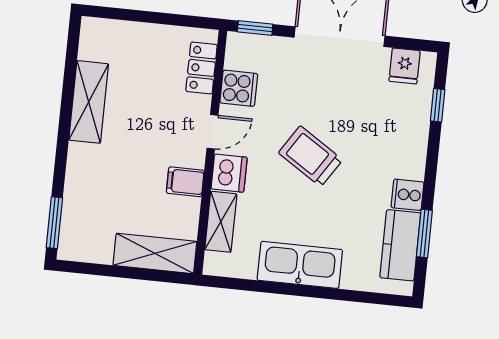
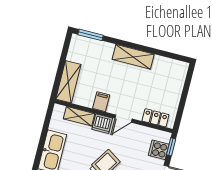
cooker: (239, 88) -> (159, 150), moved, turned 90
shelving: (89, 102) -> (133, 57), moved
door: (213, 132) -> (124, 119), hinge flipped

